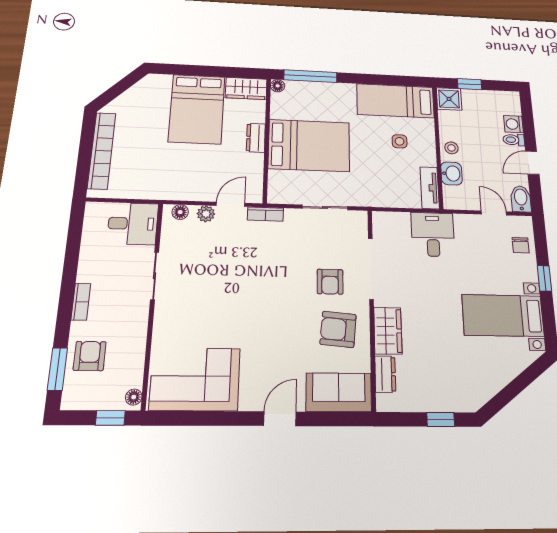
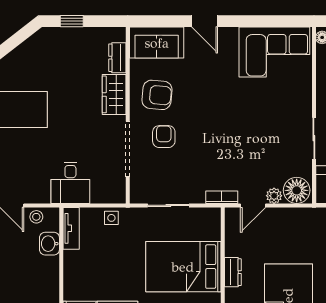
side table: (400, 141) -> (111, 218), moved
stool: (451, 148) -> (36, 217), moved
floor lamp: (180, 212) -> (297, 190), width x1.89, depth x1.89
door: (280, 419) -> (205, 21), hinge flipped

